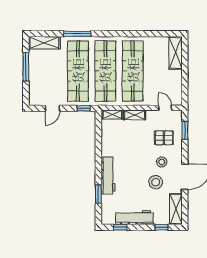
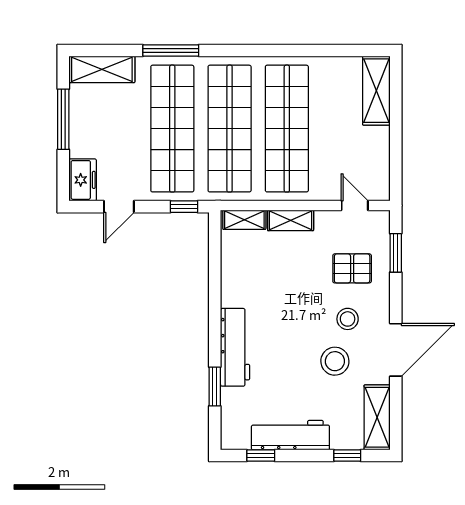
freezer: (35, 96) -> (83, 180), added

